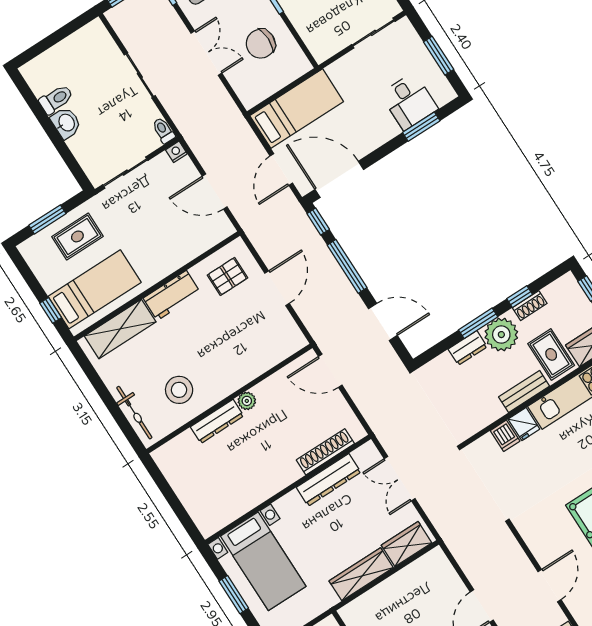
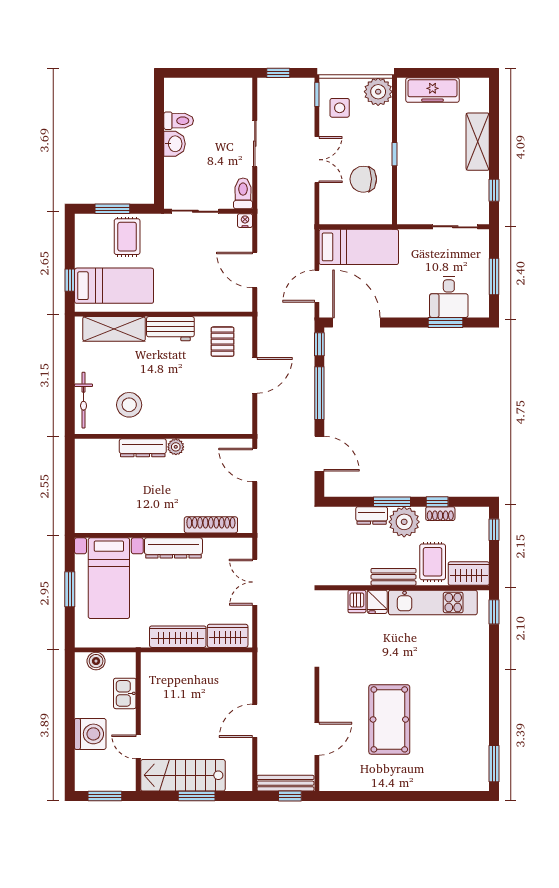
toilet: (163, 130) -> (243, 193), width x1.37, depth x1.39
rug: (77, 236) -> (127, 237), turned 90
pallet: (227, 276) -> (223, 342), turned 90
dresser: (329, 480) -> (173, 548), moved

